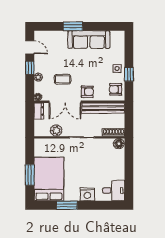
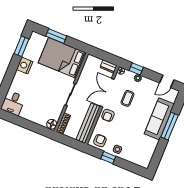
window: (73, 26) -> (170, 126), width x1.44
sofa: (89, 40) -> (159, 119), moved
window: (30, 68) -> (136, 69), moved
plant: (56, 131) -> (85, 75), removed
bed: (49, 179) -> (62, 58), moved, turned 180
nightstand: (87, 194) -> (25, 66), moved
window: (67, 205) -> (22, 46), moved

